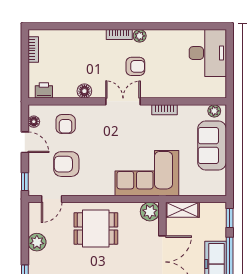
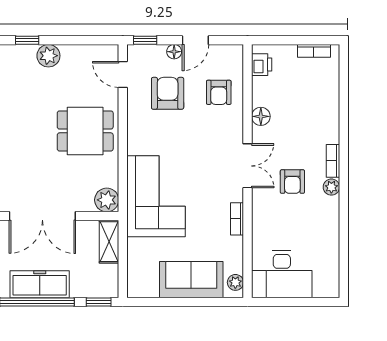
desk: (208, 53) -> (282, 274), moved
floor lamp: (34, 122) -> (174, 52), moved
armchair: (66, 124) -> (219, 92), turned -90
dining table: (96, 228) -> (85, 131), turned 90
plant: (37, 242) -> (48, 56), moved

